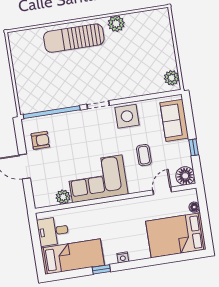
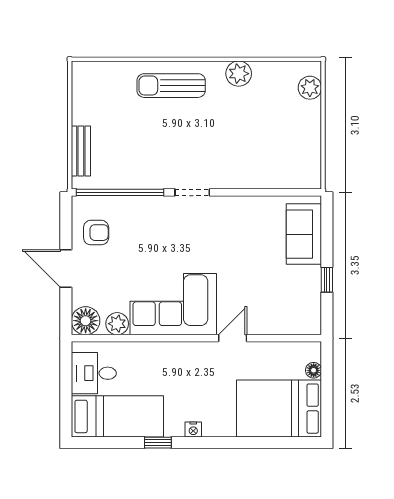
sun lounger: (74, 38) -> (171, 86), width x0.73, depth x0.75
plant: (172, 78) -> (310, 88), moved
bench: (22, 89) -> (81, 151), added
side table: (127, 116) -> (233, 217), removed
coffee table: (144, 155) -> (250, 280), removed
floor lamp: (185, 176) -> (86, 321), moved
door: (162, 191) -> (233, 338), moved

